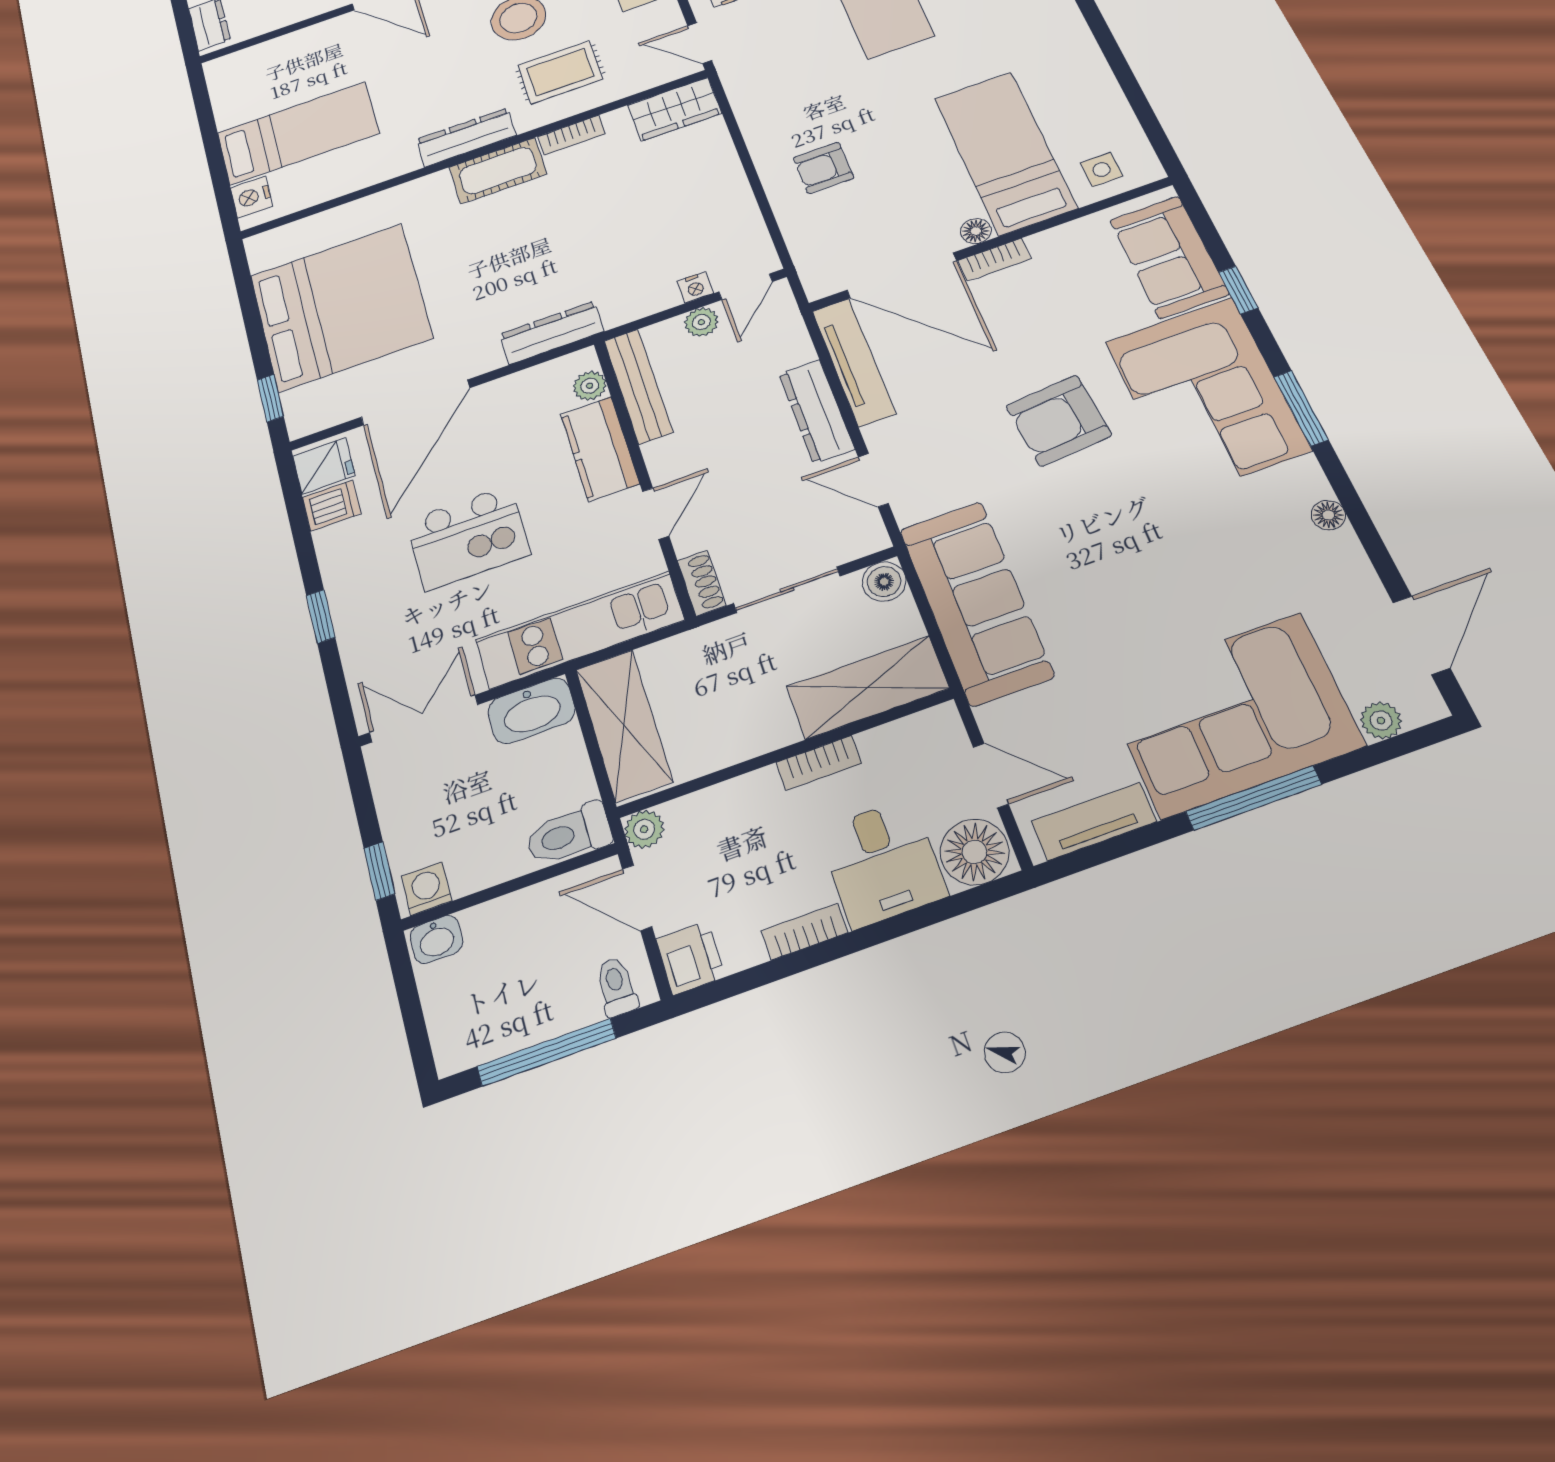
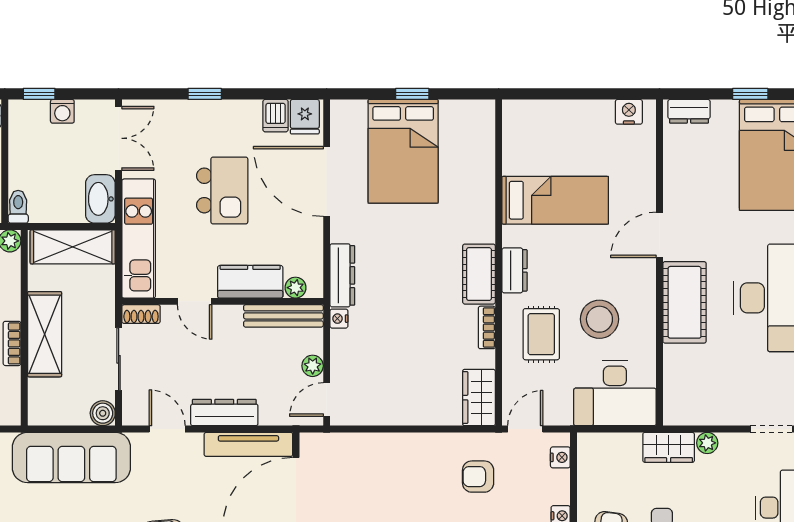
bed: (298, 133) -> (555, 200), moved, turned -90
dresser: (466, 137) -> (515, 270), width x0.70
armchair: (823, 168) -> (478, 477), moved, turned -90
nightstand: (251, 197) -> (629, 112), moved
nightstand: (695, 287) -> (339, 319), moved
door: (746, 287) -> (327, 399), hinge flipped
bed: (341, 307) -> (403, 151), width x0.73
window: (270, 398) -> (412, 94), moved
door: (873, 480) -> (167, 429), hinge flipped
kitchen island: (468, 537) -> (222, 190), turned 180
shelving: (868, 687) -> (45, 334), moved
toilet: (569, 834) -> (18, 207), width x0.73, depth x0.72
washing machine: (427, 889) -> (62, 111), moved, turned 90

